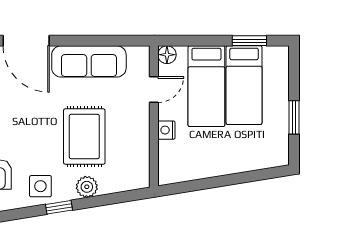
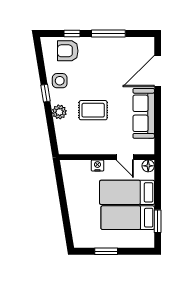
rug: (84, 136) -> (93, 110), width x0.73, depth x0.70

